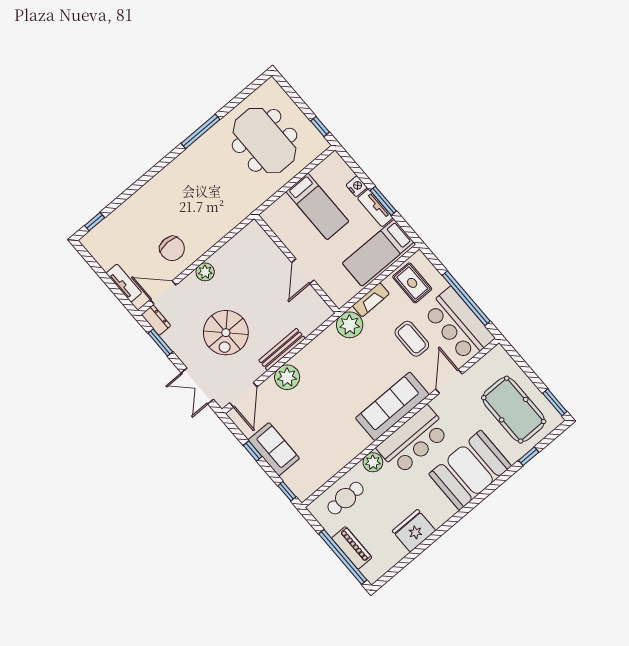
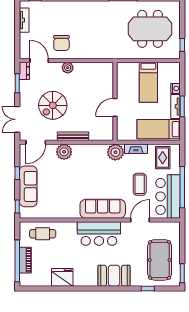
meeting table: (265, 140) -> (150, 29), turned 90
tv unit: (124, 283) -> (24, 20), moved
sofa: (274, 449) -> (28, 186), width x1.36
plant: (373, 462) -> (70, 228), removed
booth: (470, 470) -> (114, 276), width x0.73, depth x0.70

